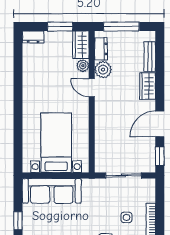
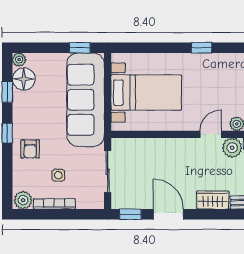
window: (18, 96) -> (202, 48), added
sofa: (52, 191) -> (86, 100), width x1.36, depth x1.27
window: (18, 221) -> (80, 48), moved

